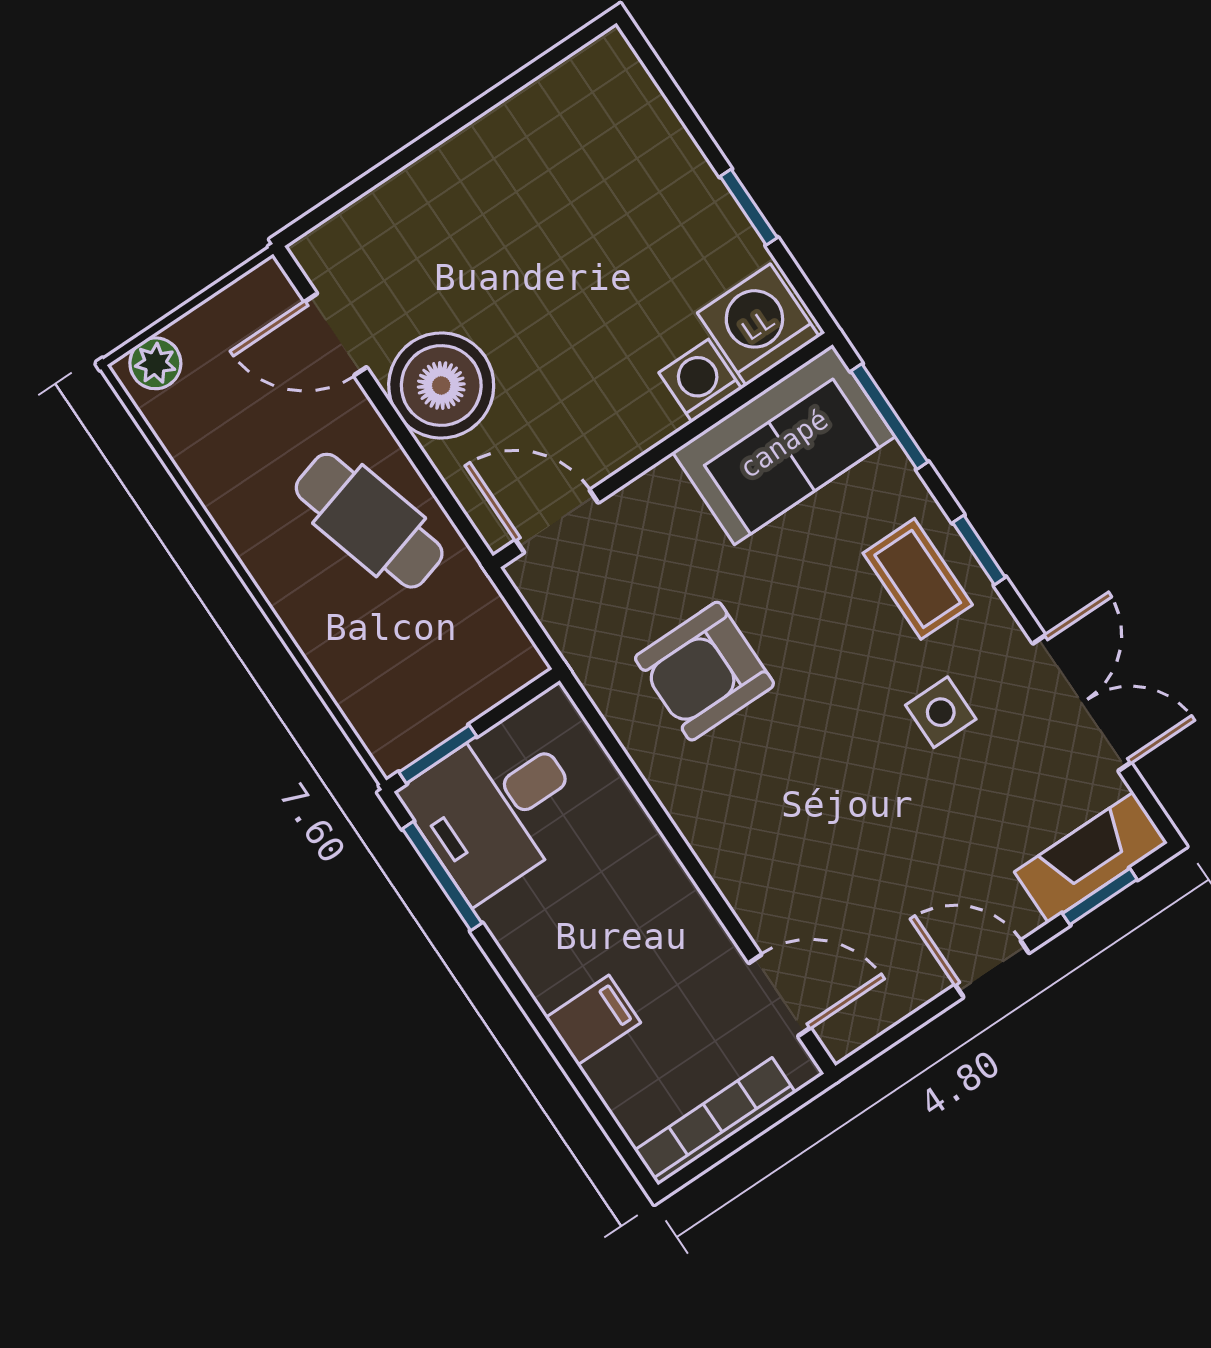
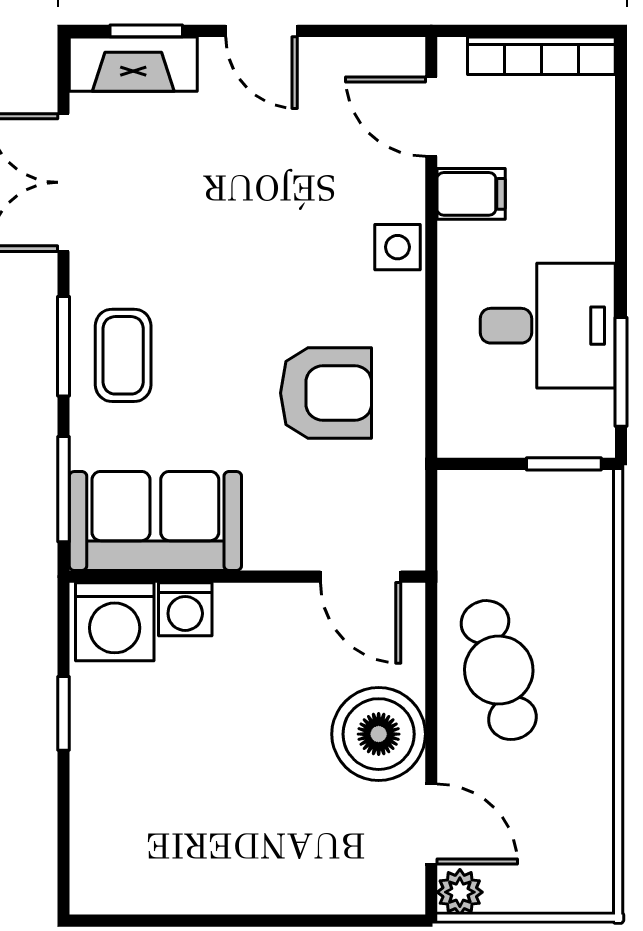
plant: (155, 363) -> (460, 892), moved
window: (979, 550) -> (63, 346), width x1.50
side table: (941, 712) -> (397, 247), moved
desk: (496, 808) -> (548, 326), moved
filing cabinet: (593, 1020) -> (471, 194), moved, turned 180

